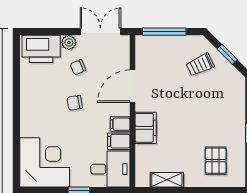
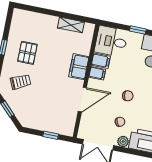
window: (164, 32) -> (51, 135), width x0.46
trolley: (200, 65) -> (20, 82), moved
pallet: (216, 161) -> (27, 53), moved

